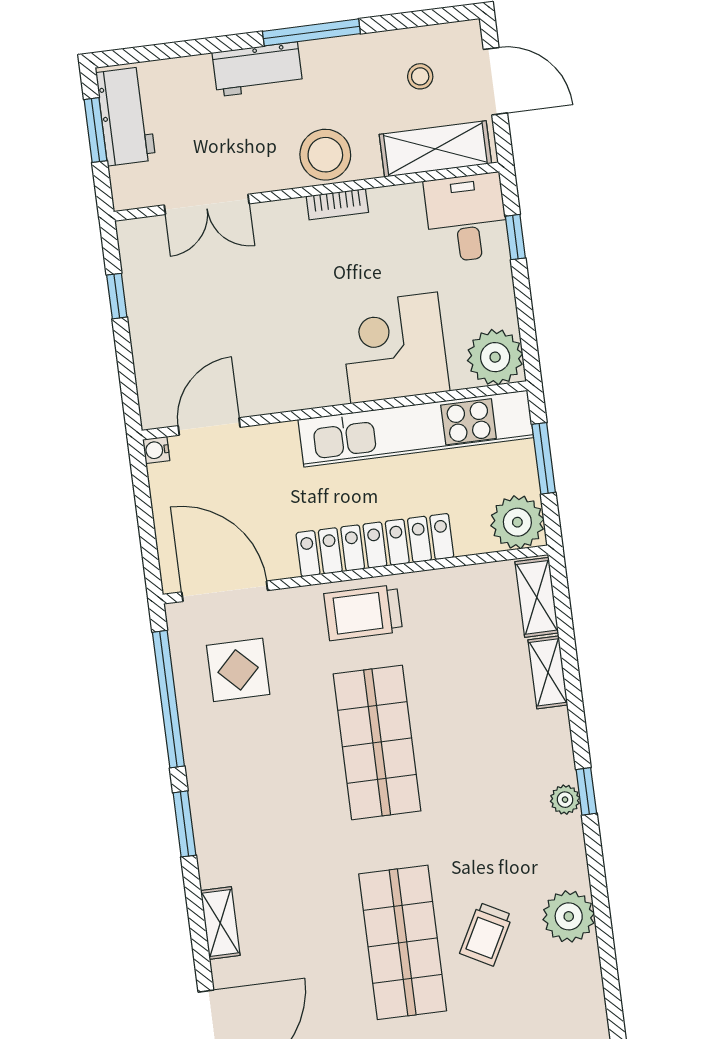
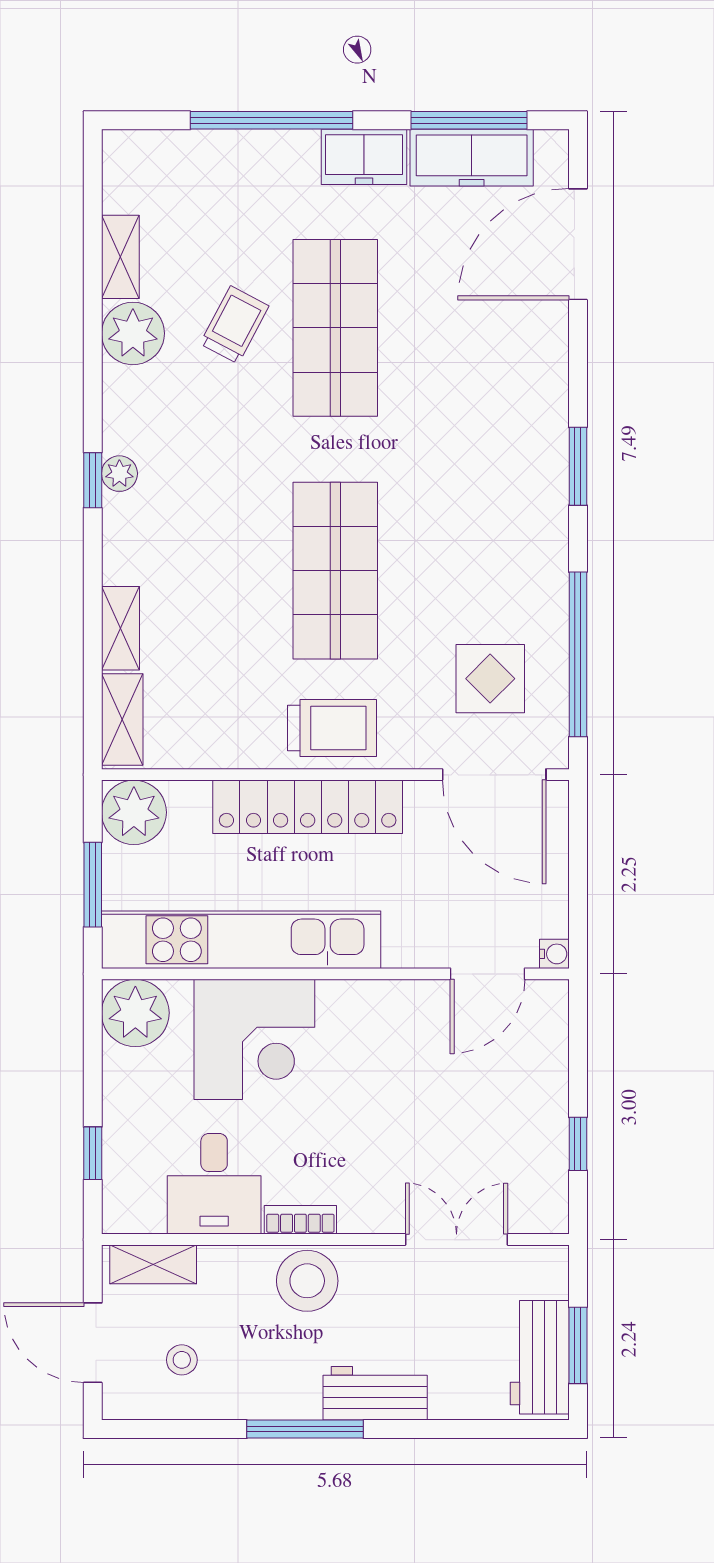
shelving: (435, 149) -> (153, 1264), width x0.67, depth x0.75
desk: (466, 218) -> (214, 1184), moved
window: (184, 824) -> (578, 466), moved
shelving: (220, 923) -> (120, 257), moved

